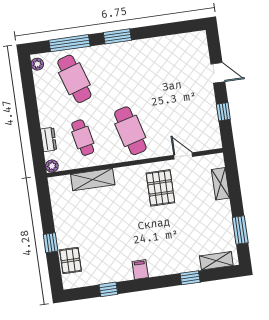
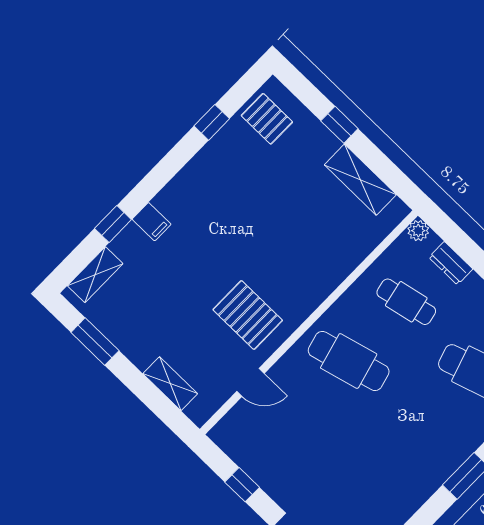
shelving: (93, 180) -> (360, 180), moved, turned 90
pallet: (71, 261) -> (267, 119), moved
filing cabinet: (140, 270) -> (152, 222), moved

